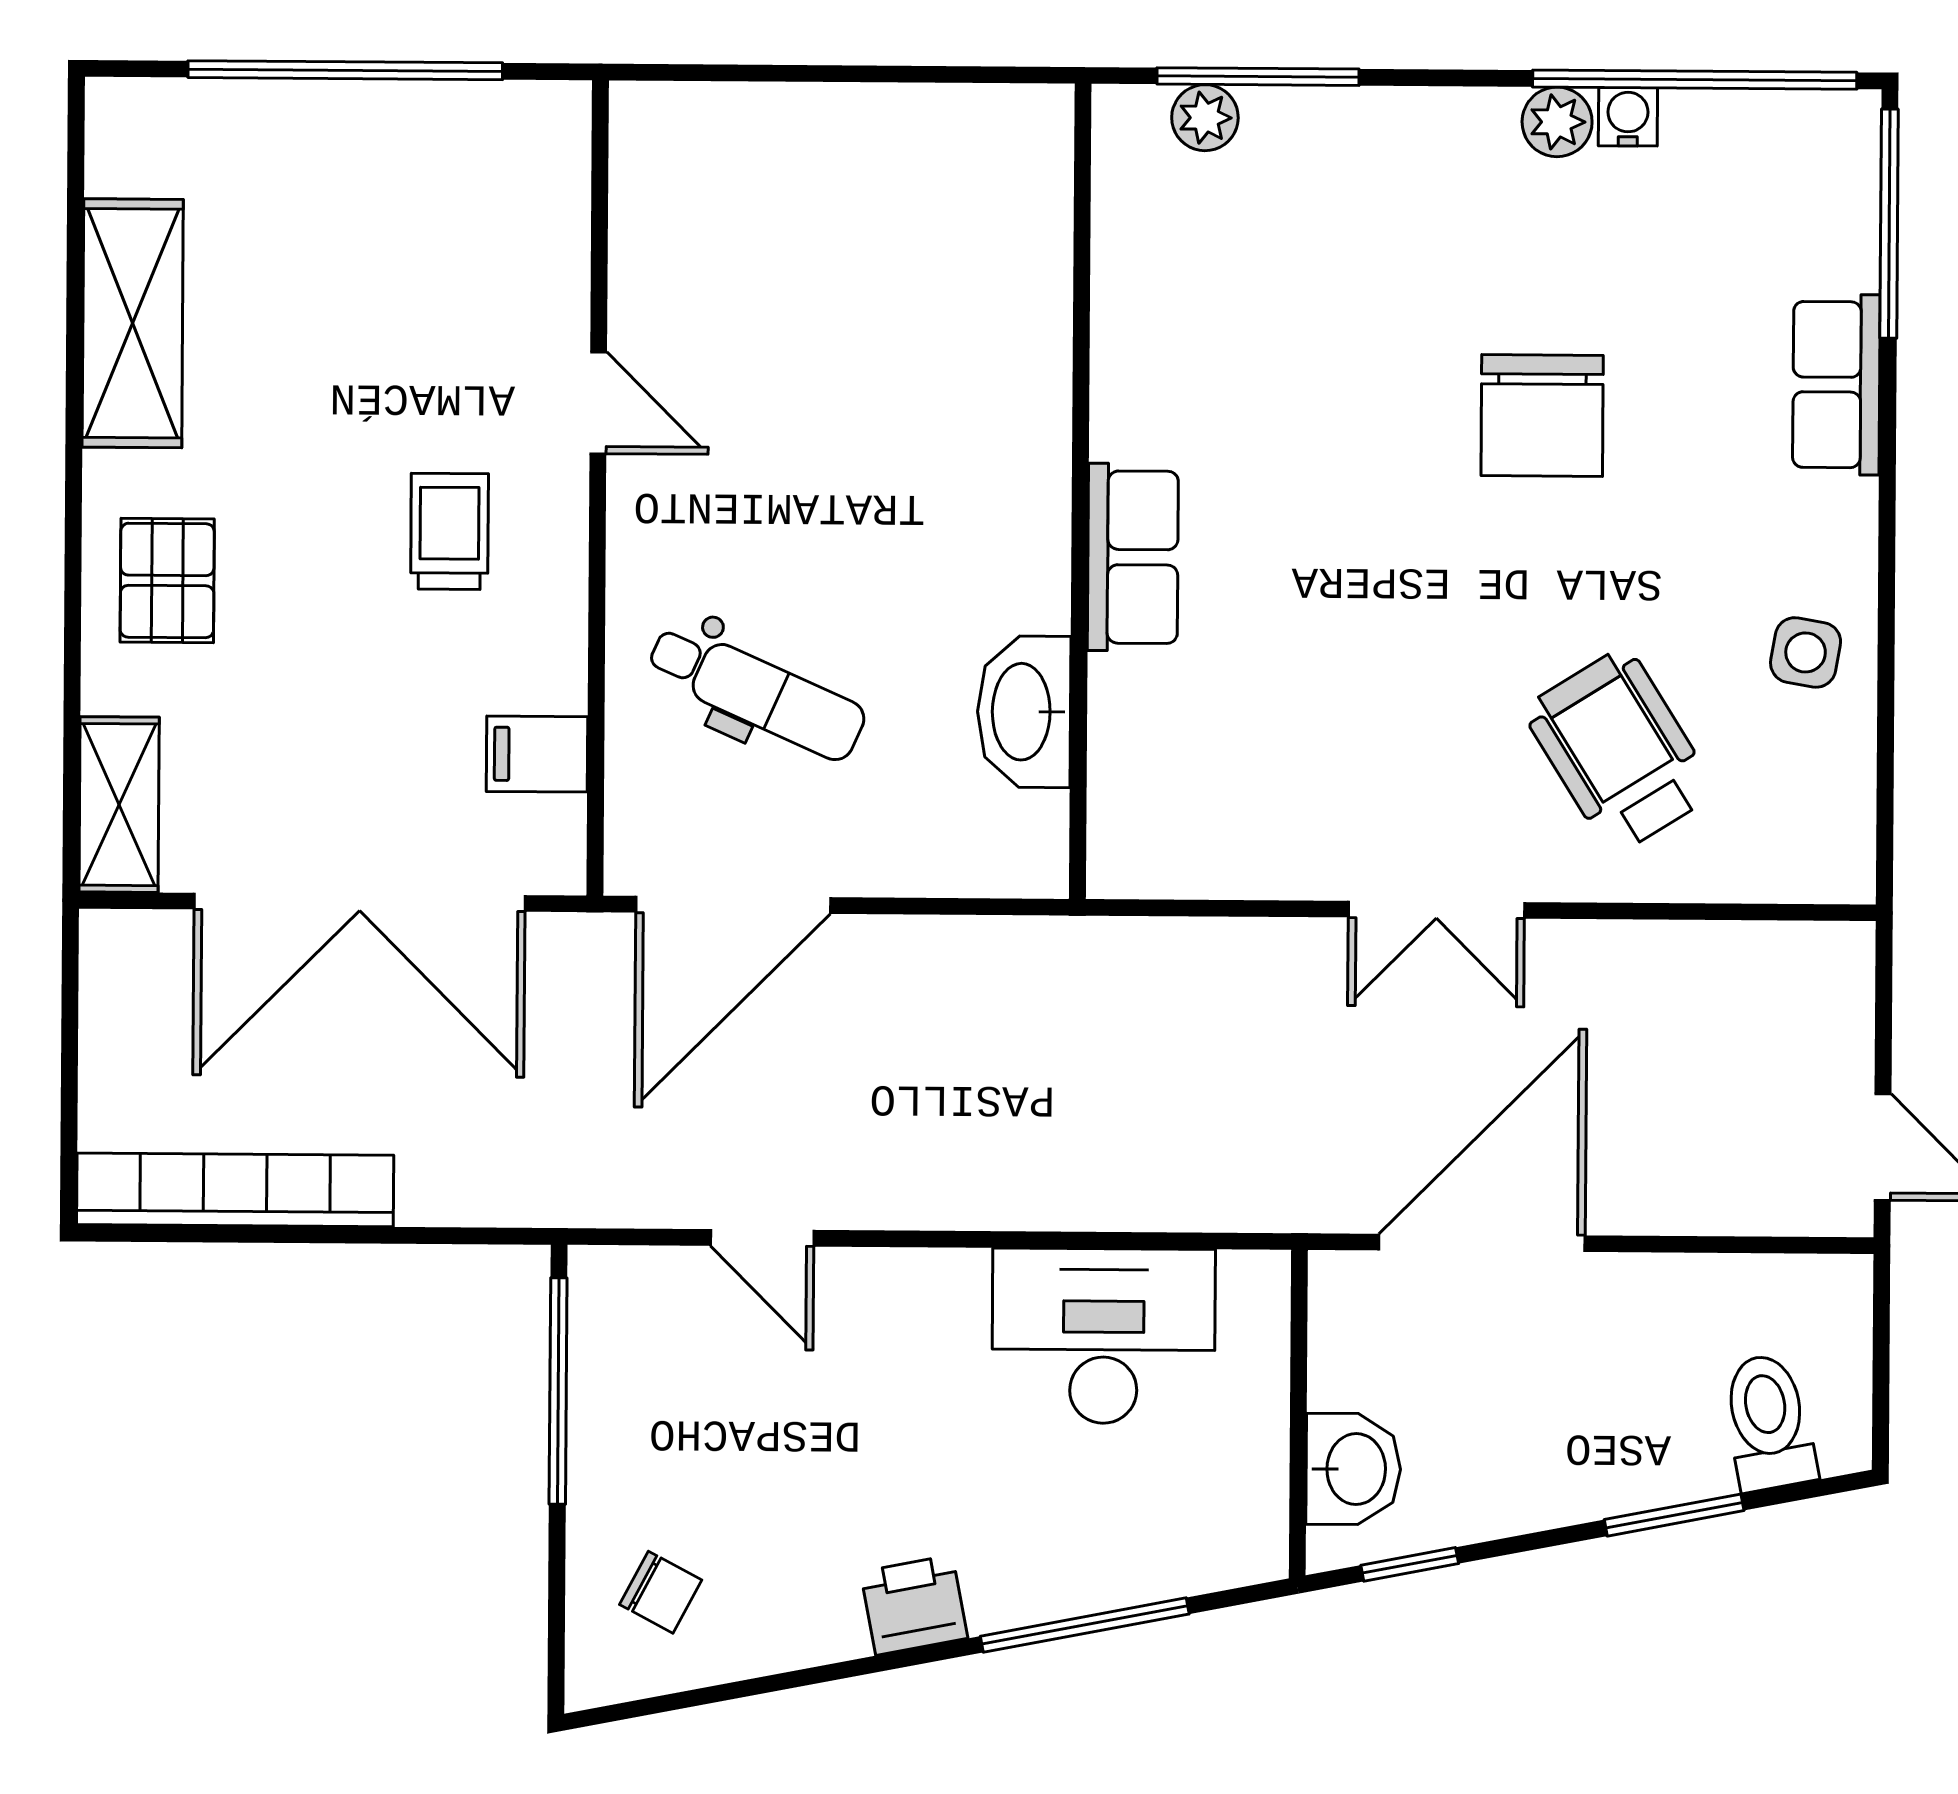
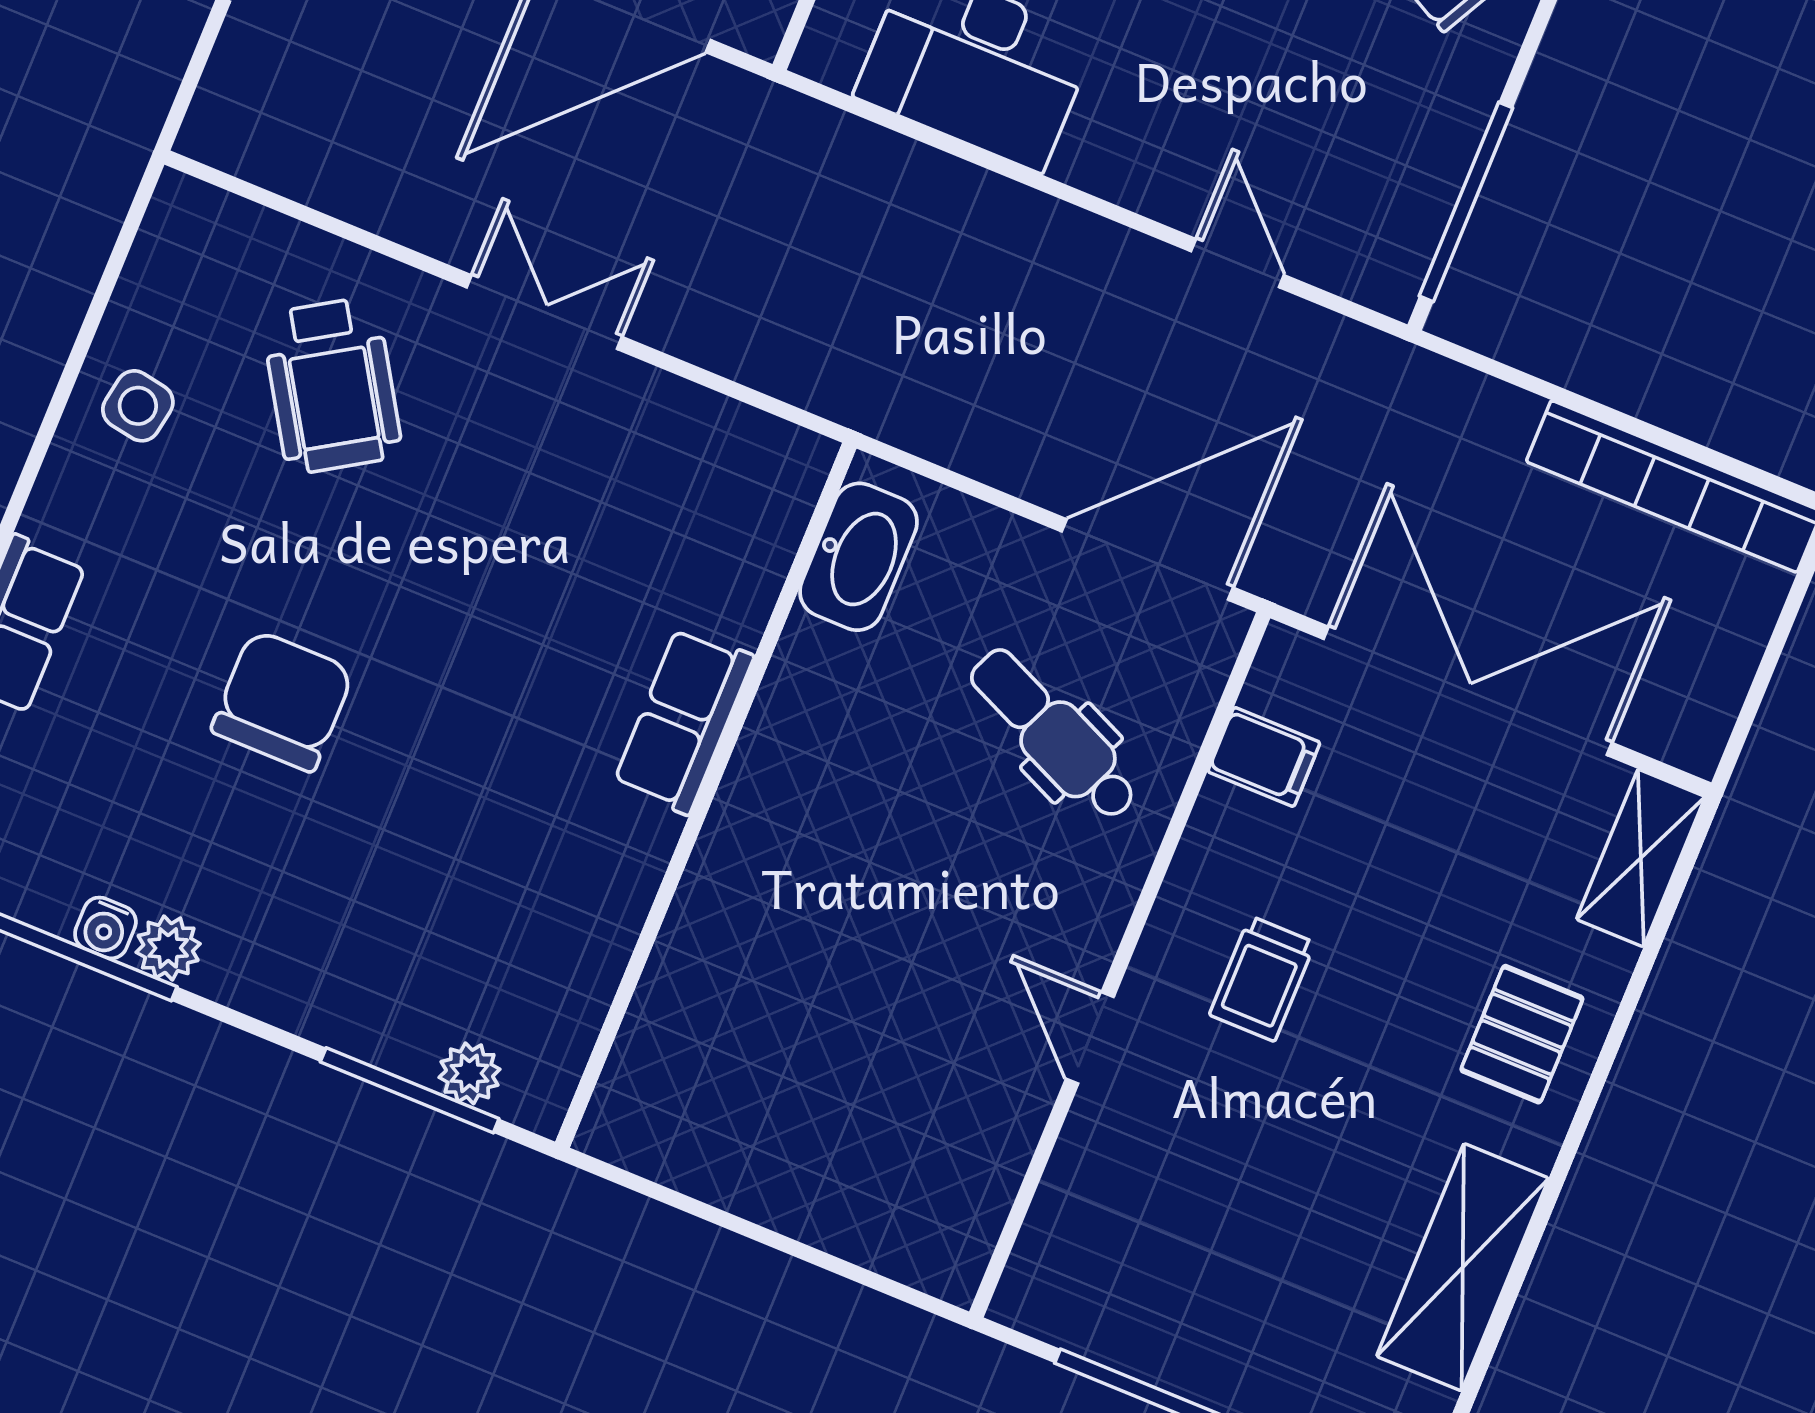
washbasin: (1024, 712) -> (858, 557), moved

